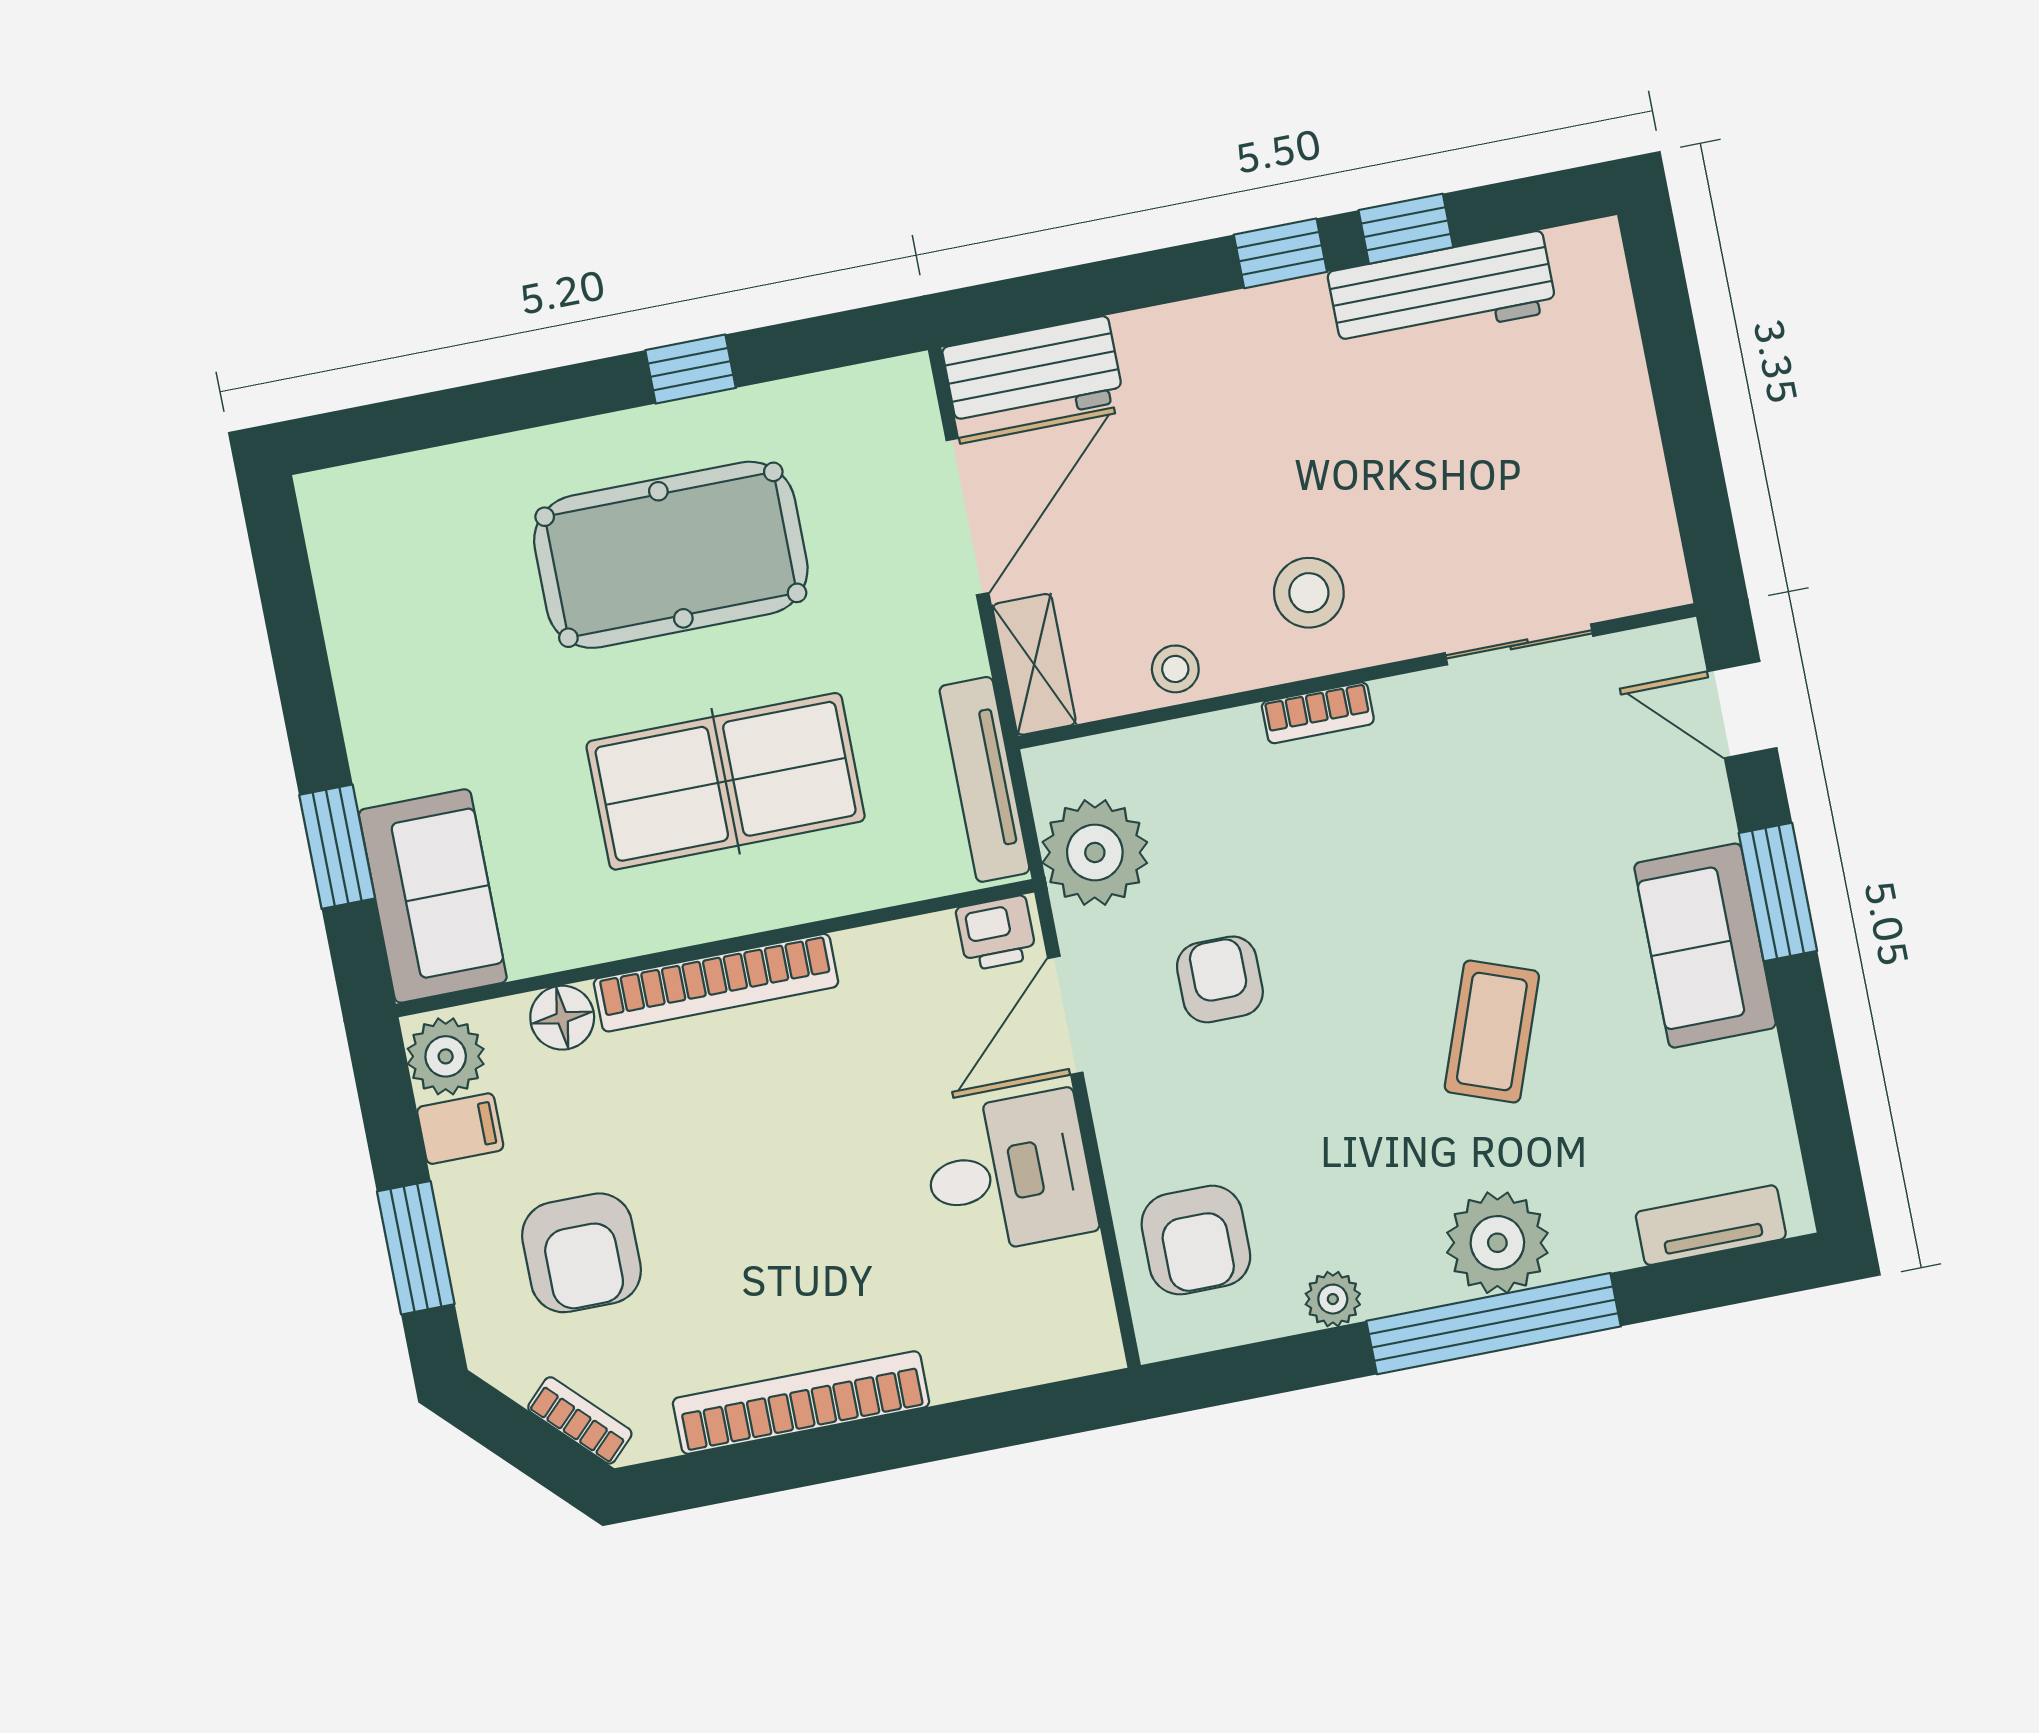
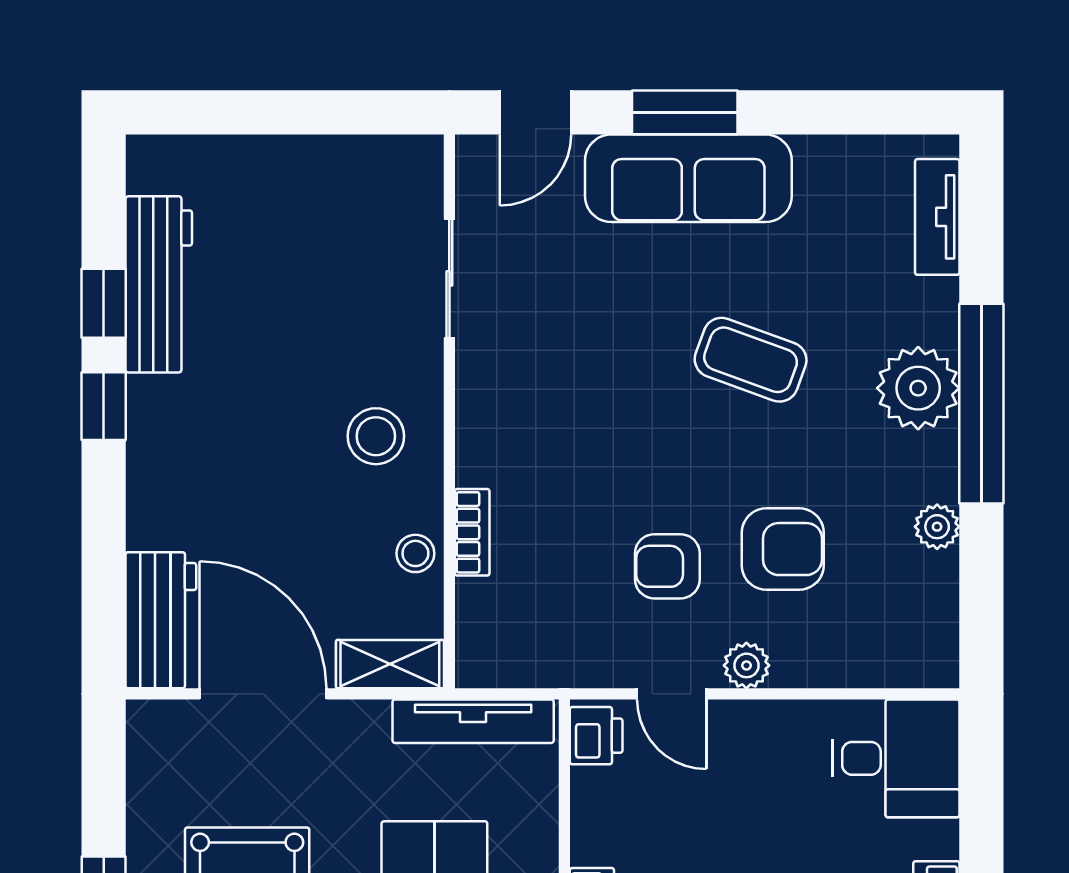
bookcase: (1318, 713) -> (472, 532), moved
plant: (1095, 852) -> (746, 665), moved, width x0.53, depth x0.53
sofa: (1705, 946) -> (688, 178), width x1.36
door: (1065, 1015) -> (672, 694), width x0.73
desk: (1009, 1173) -> (896, 758), moved, turned 90
armchair: (1196, 1240) -> (783, 549), moved

